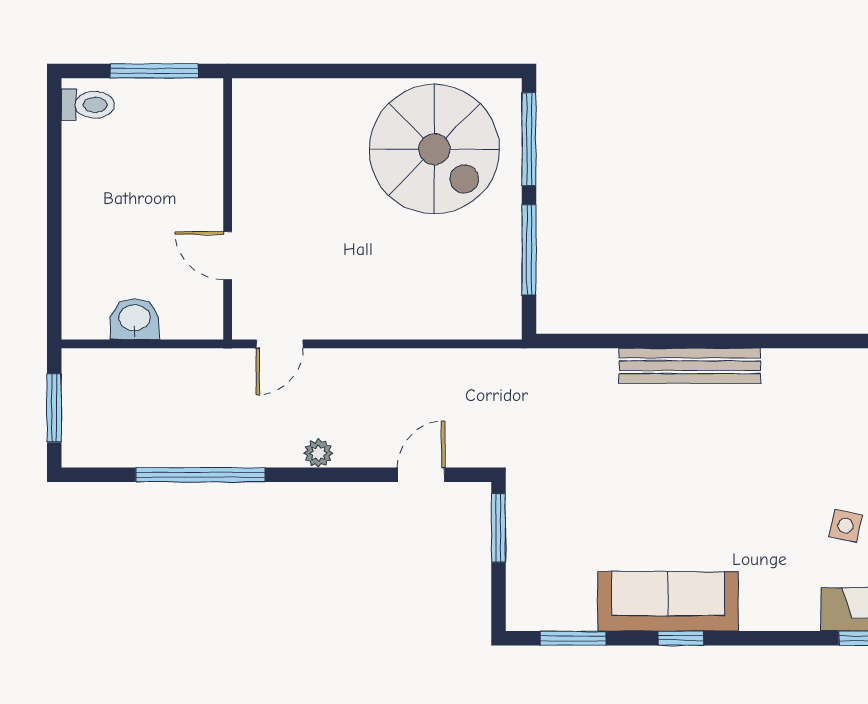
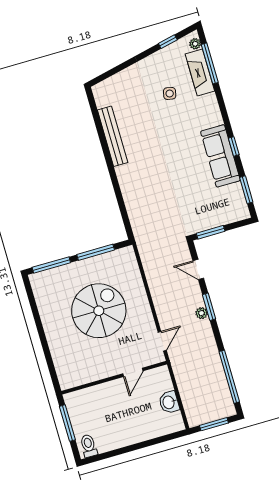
spiral stairs: (434, 149) -> (99, 311), moved
door: (280, 344) -> (162, 341), hinge flipped
bench: (690, 366) -> (113, 136), moved
window: (200, 475) -> (229, 377), moved
window: (328, 475) -> (209, 307), added

